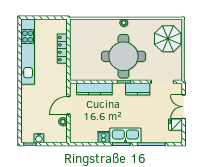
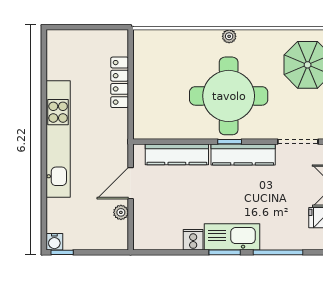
kitchen unit: (28, 52) -> (58, 139), moved
kitchen counter: (138, 89) -> (243, 154), width x1.50
water cooler: (39, 138) -> (54, 242), moved

